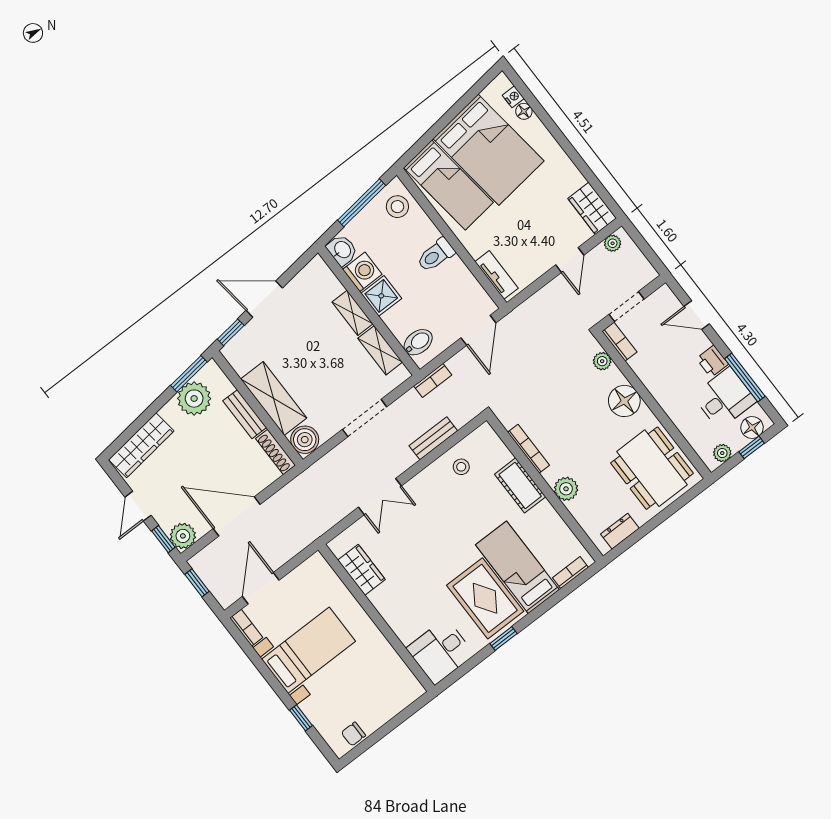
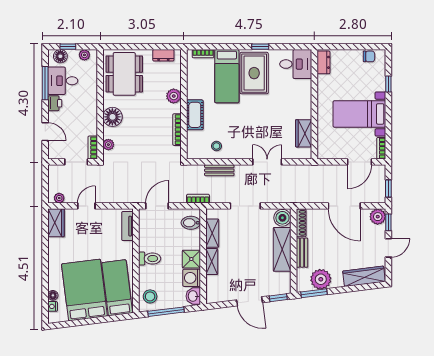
dresser: (406, 681) -> (323, 62), added

